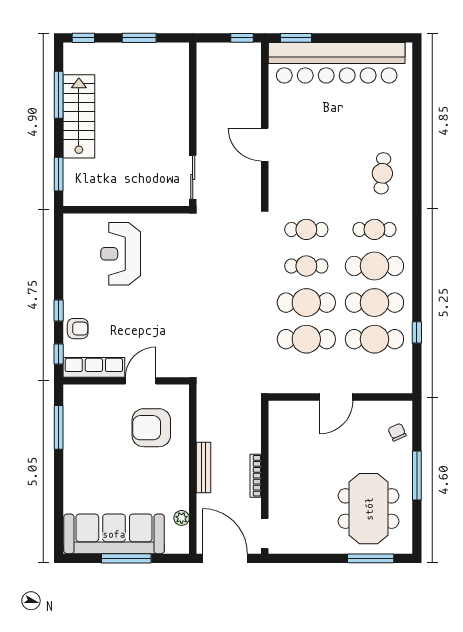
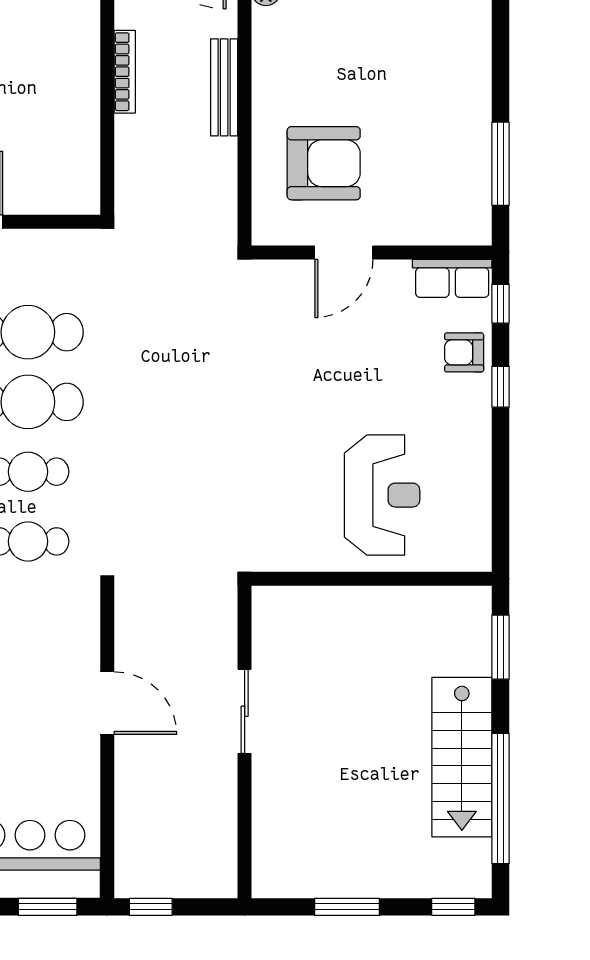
window: (59, 95) -> (500, 798), width x1.46
sliding door: (193, 177) -> (245, 711), moved
row of seats: (94, 367) -> (452, 278), width x0.68

